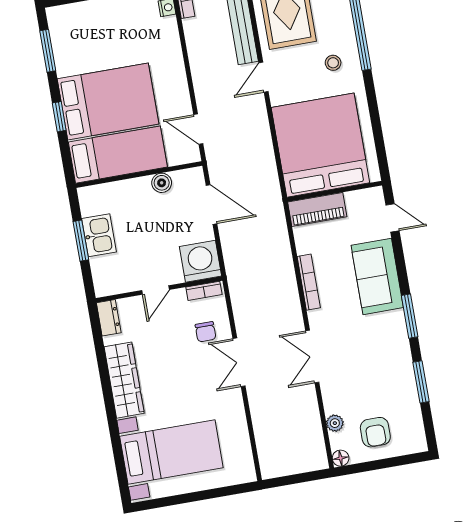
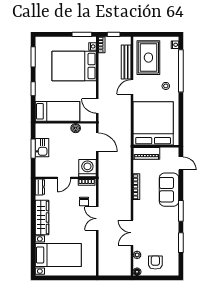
bed: (108, 101) -> (74, 66), moved, turned 180
double door: (312, 357) -> (132, 233), moved
armchair: (375, 432) -> (155, 262), turned 180

